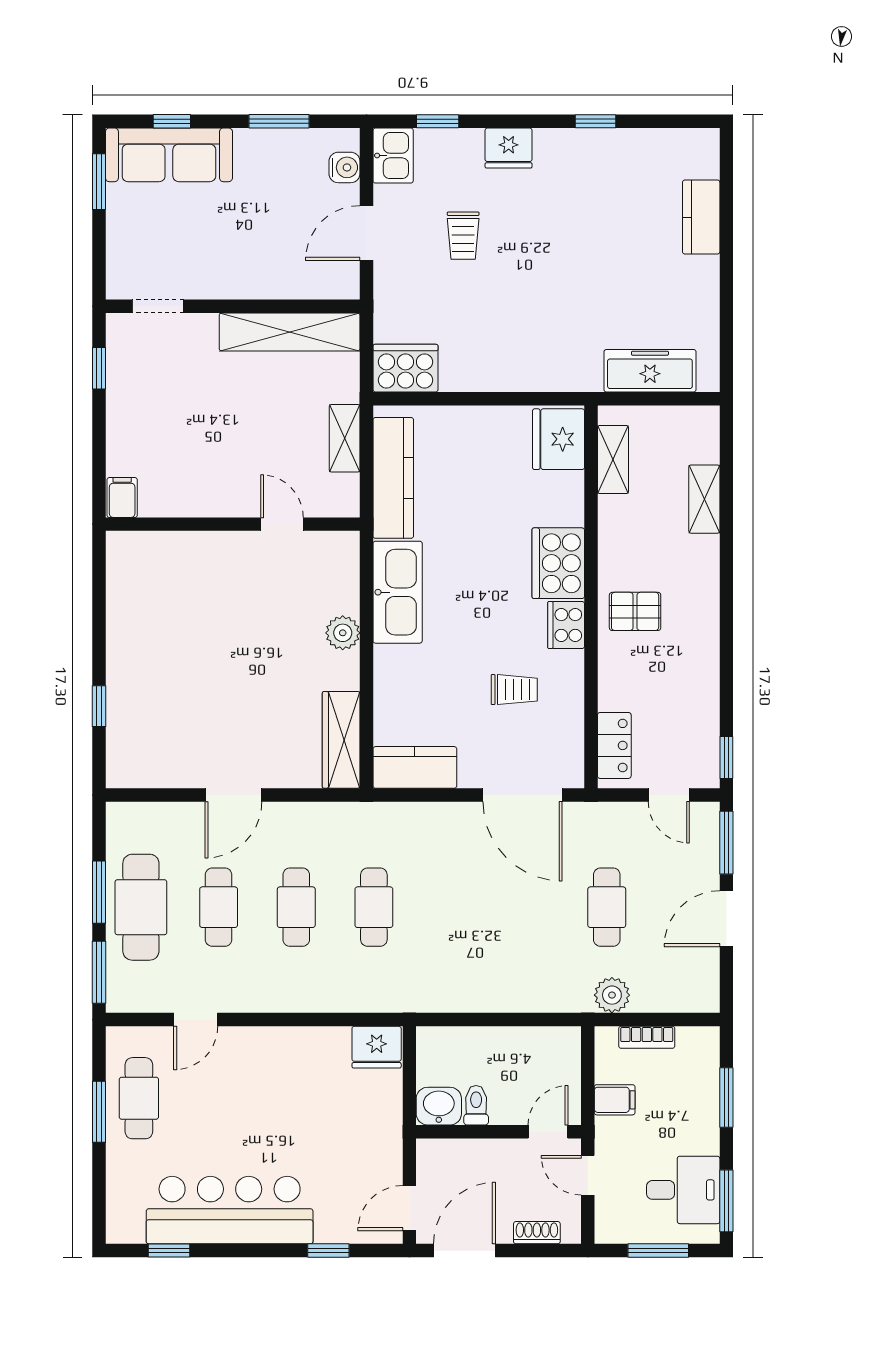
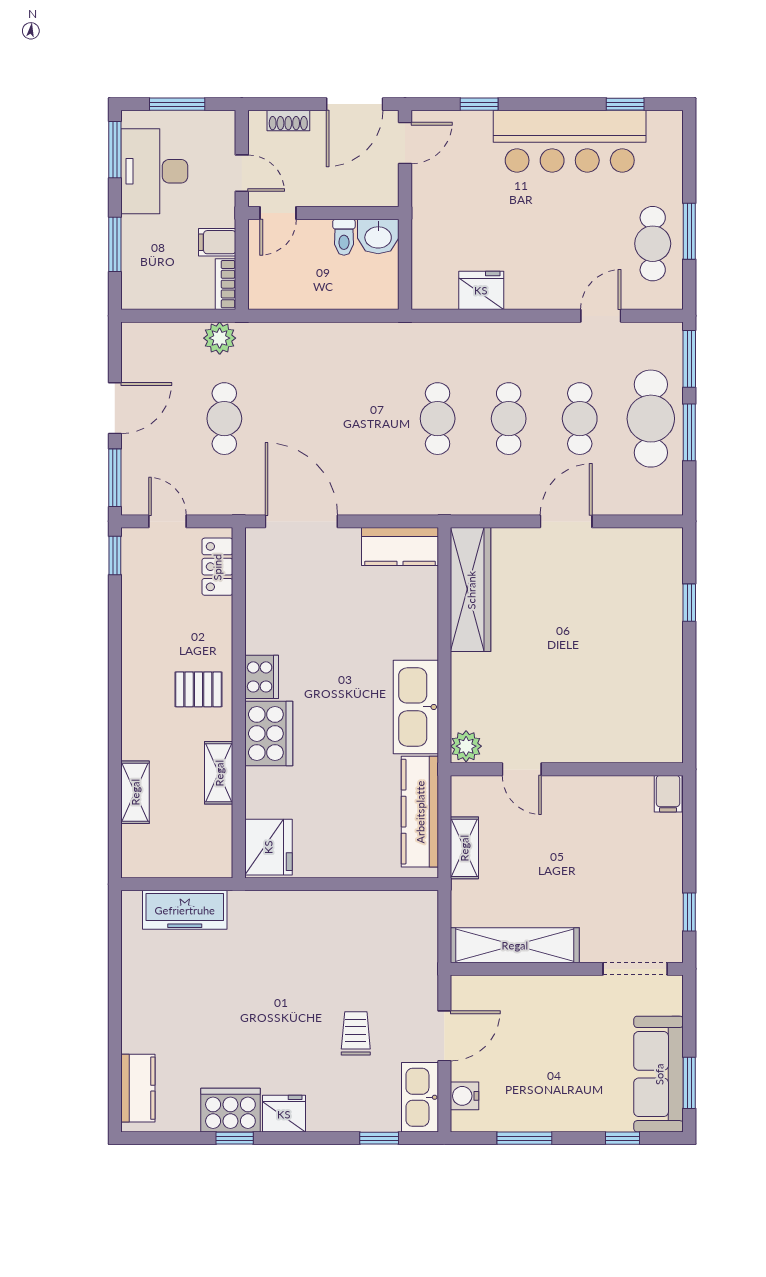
fridge: (509, 148) -> (284, 1114), moved
sofa: (169, 155) -> (659, 1074), moved, turned -90
kitchen sink: (393, 156) -> (420, 1097), width x1.38
kitchen counter: (701, 217) -> (138, 1088), moved
doorway: (158, 306) -> (635, 969), width x1.38
cooker: (405, 368) -> (230, 1110), moved, turned 180
shelving: (613, 459) -> (219, 773), moved
plant: (343, 633) -> (466, 746), moved
trolley: (514, 690) -> (309, 618), removed
wardrobe: (341, 740) -> (471, 590), width x1.40, depth x1.17
bookcase: (647, 1037) -> (226, 284), moved, turned -90
fridge: (377, 1047) -> (481, 290), moved
desk: (683, 1190) -> (154, 171), width x1.37

